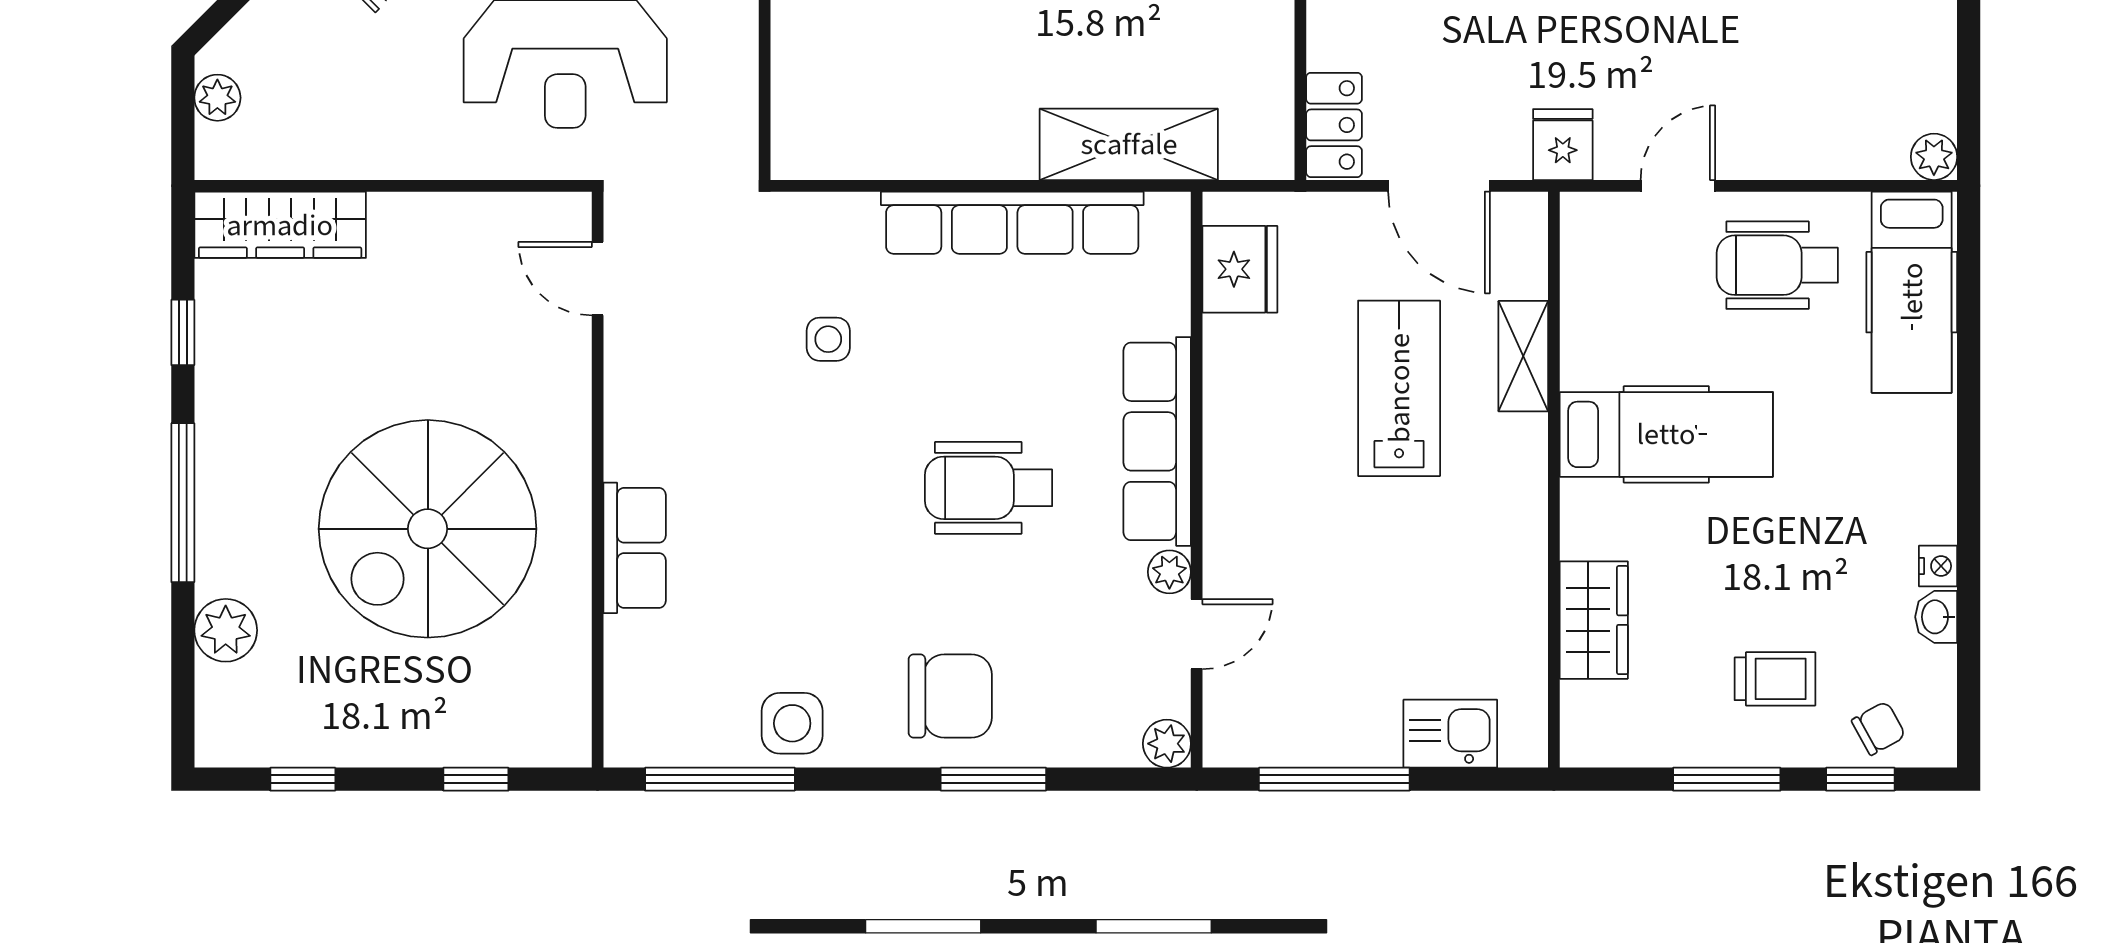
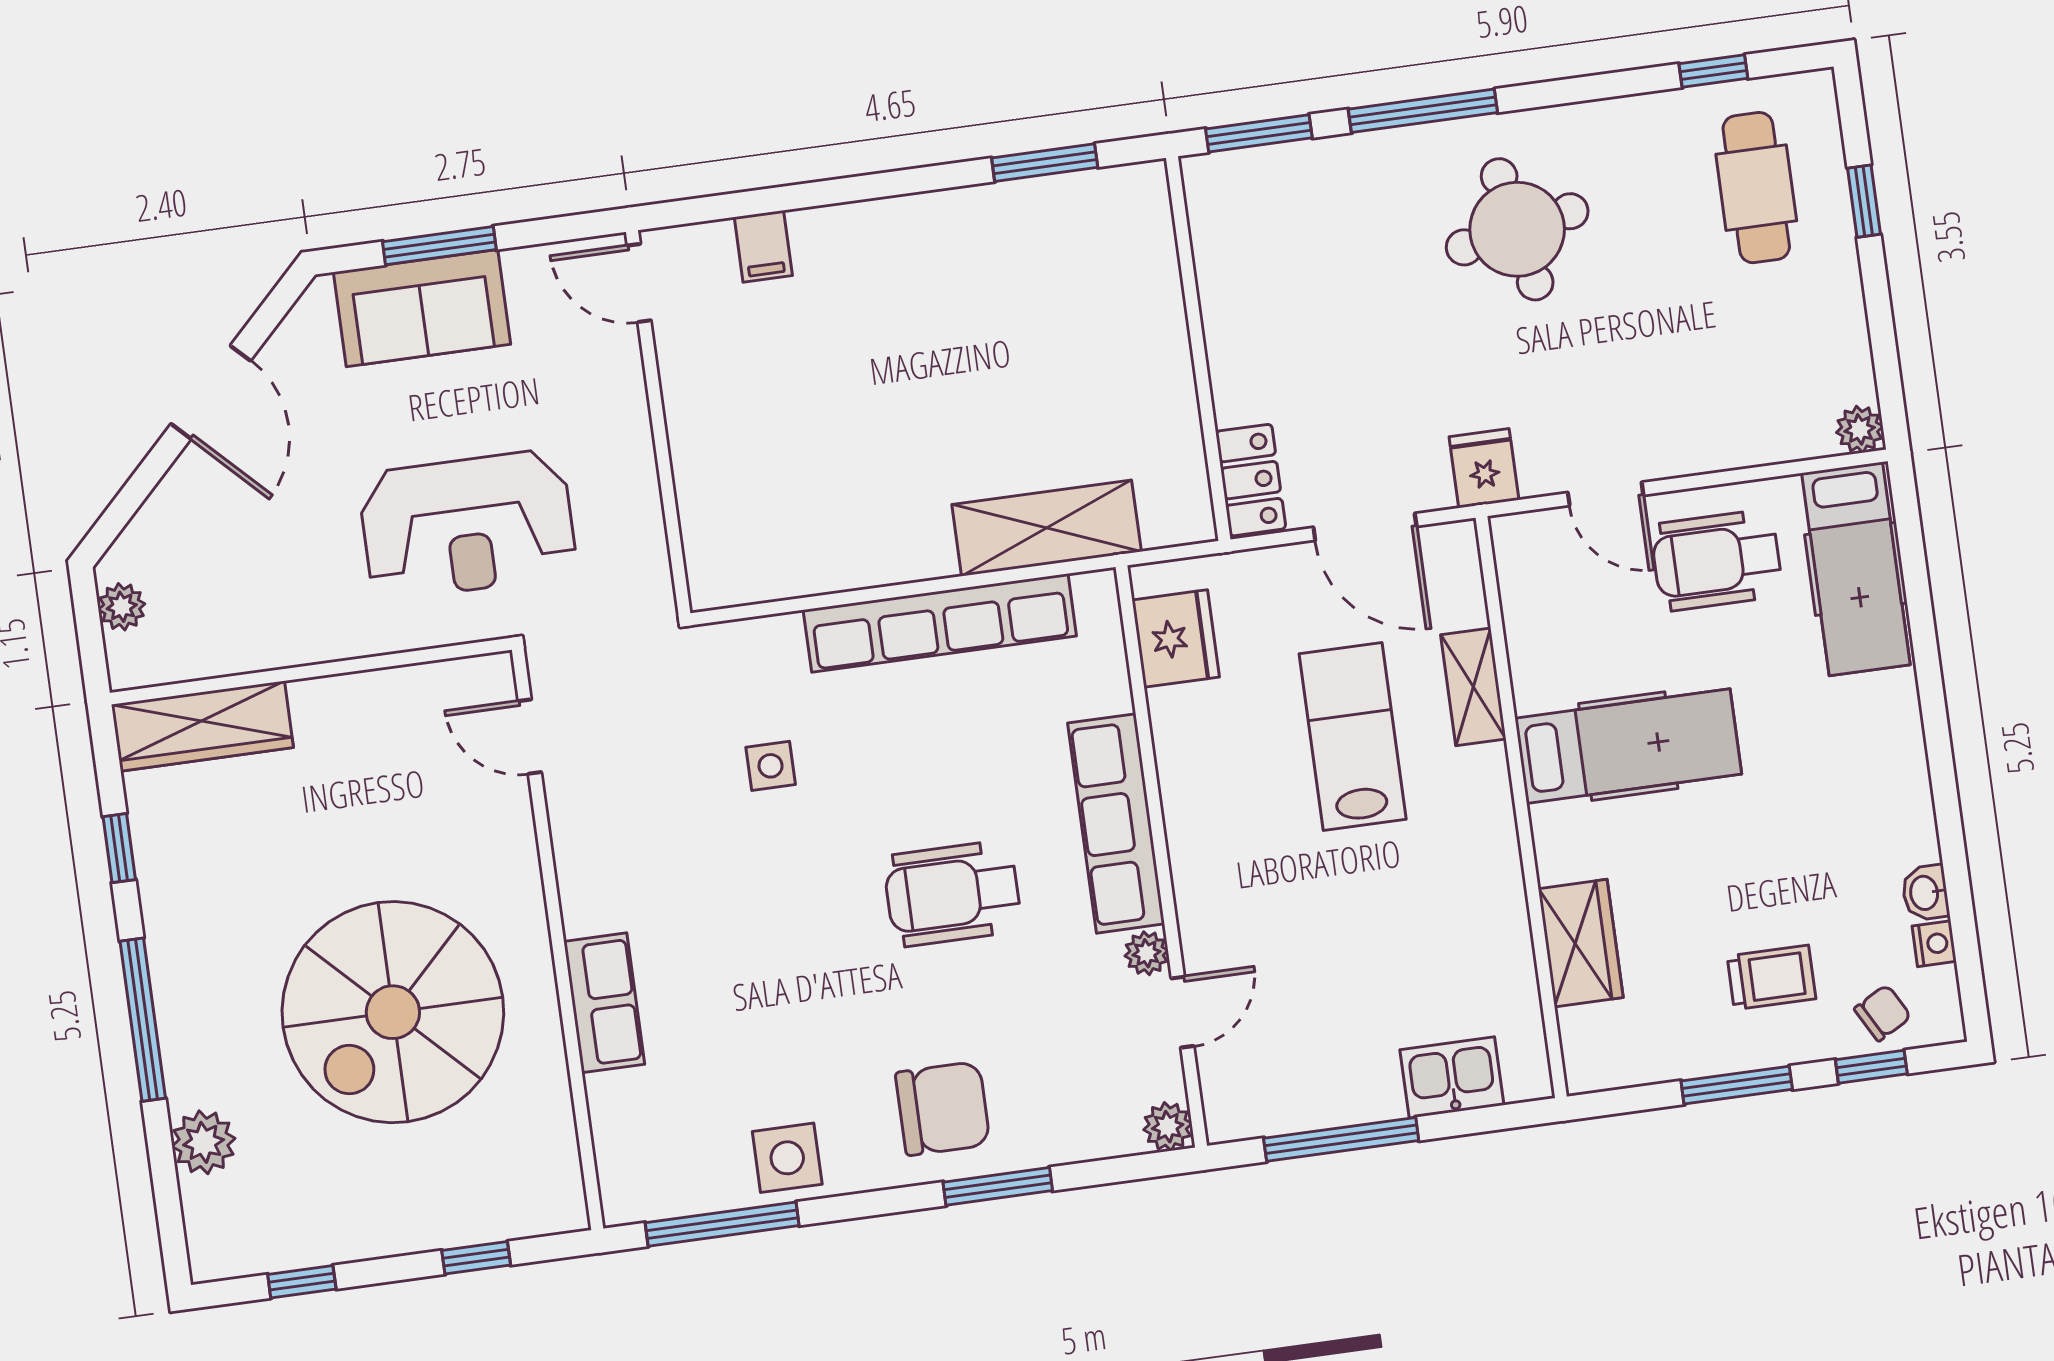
door: (1678, 186) -> (1606, 494), swing flipped
nightstand: (1938, 566) -> (1934, 944), moved

